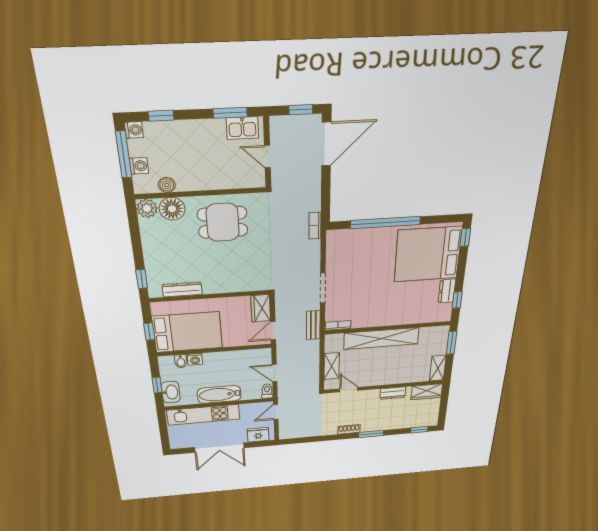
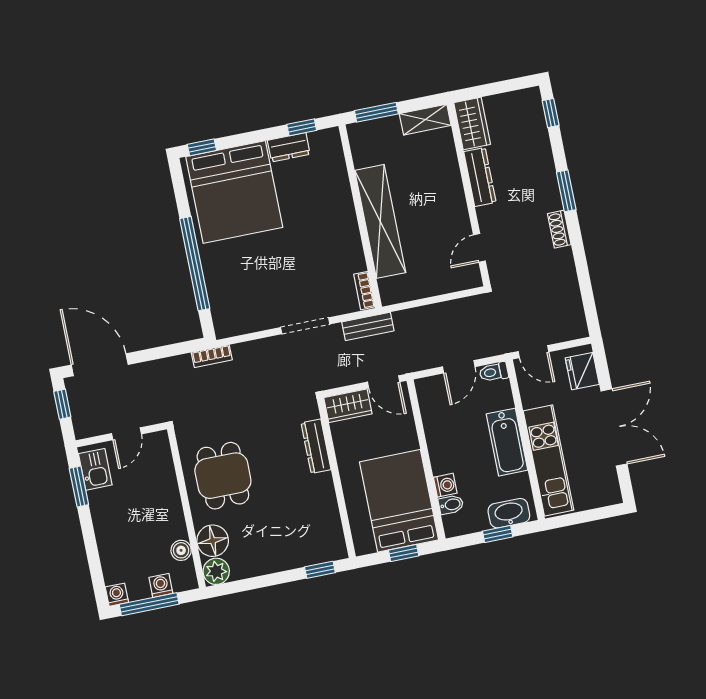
window: (161, 116) -> (95, 565), removed
dresser: (182, 289) -> (316, 446), moved
shelving: (332, 366) -> (438, 284), removed
dresser: (393, 393) -> (480, 177), width x1.44

